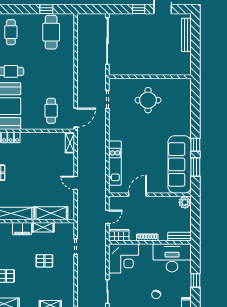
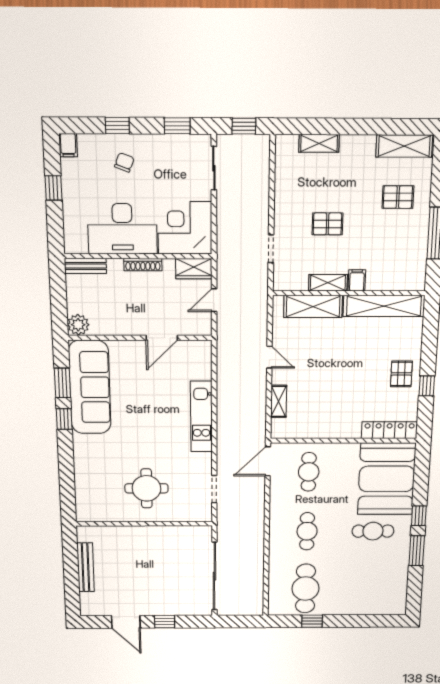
cafe table: (11, 32) -> (307, 531), moved
bench: (186, 35) -> (86, 567), moved
shelving: (70, 143) -> (279, 401), moved
kitchen unit: (115, 163) -> (201, 417), moved
filing cabinet: (22, 229) -> (357, 280), width x0.50
desk: (172, 258) -> (122, 229), moved

